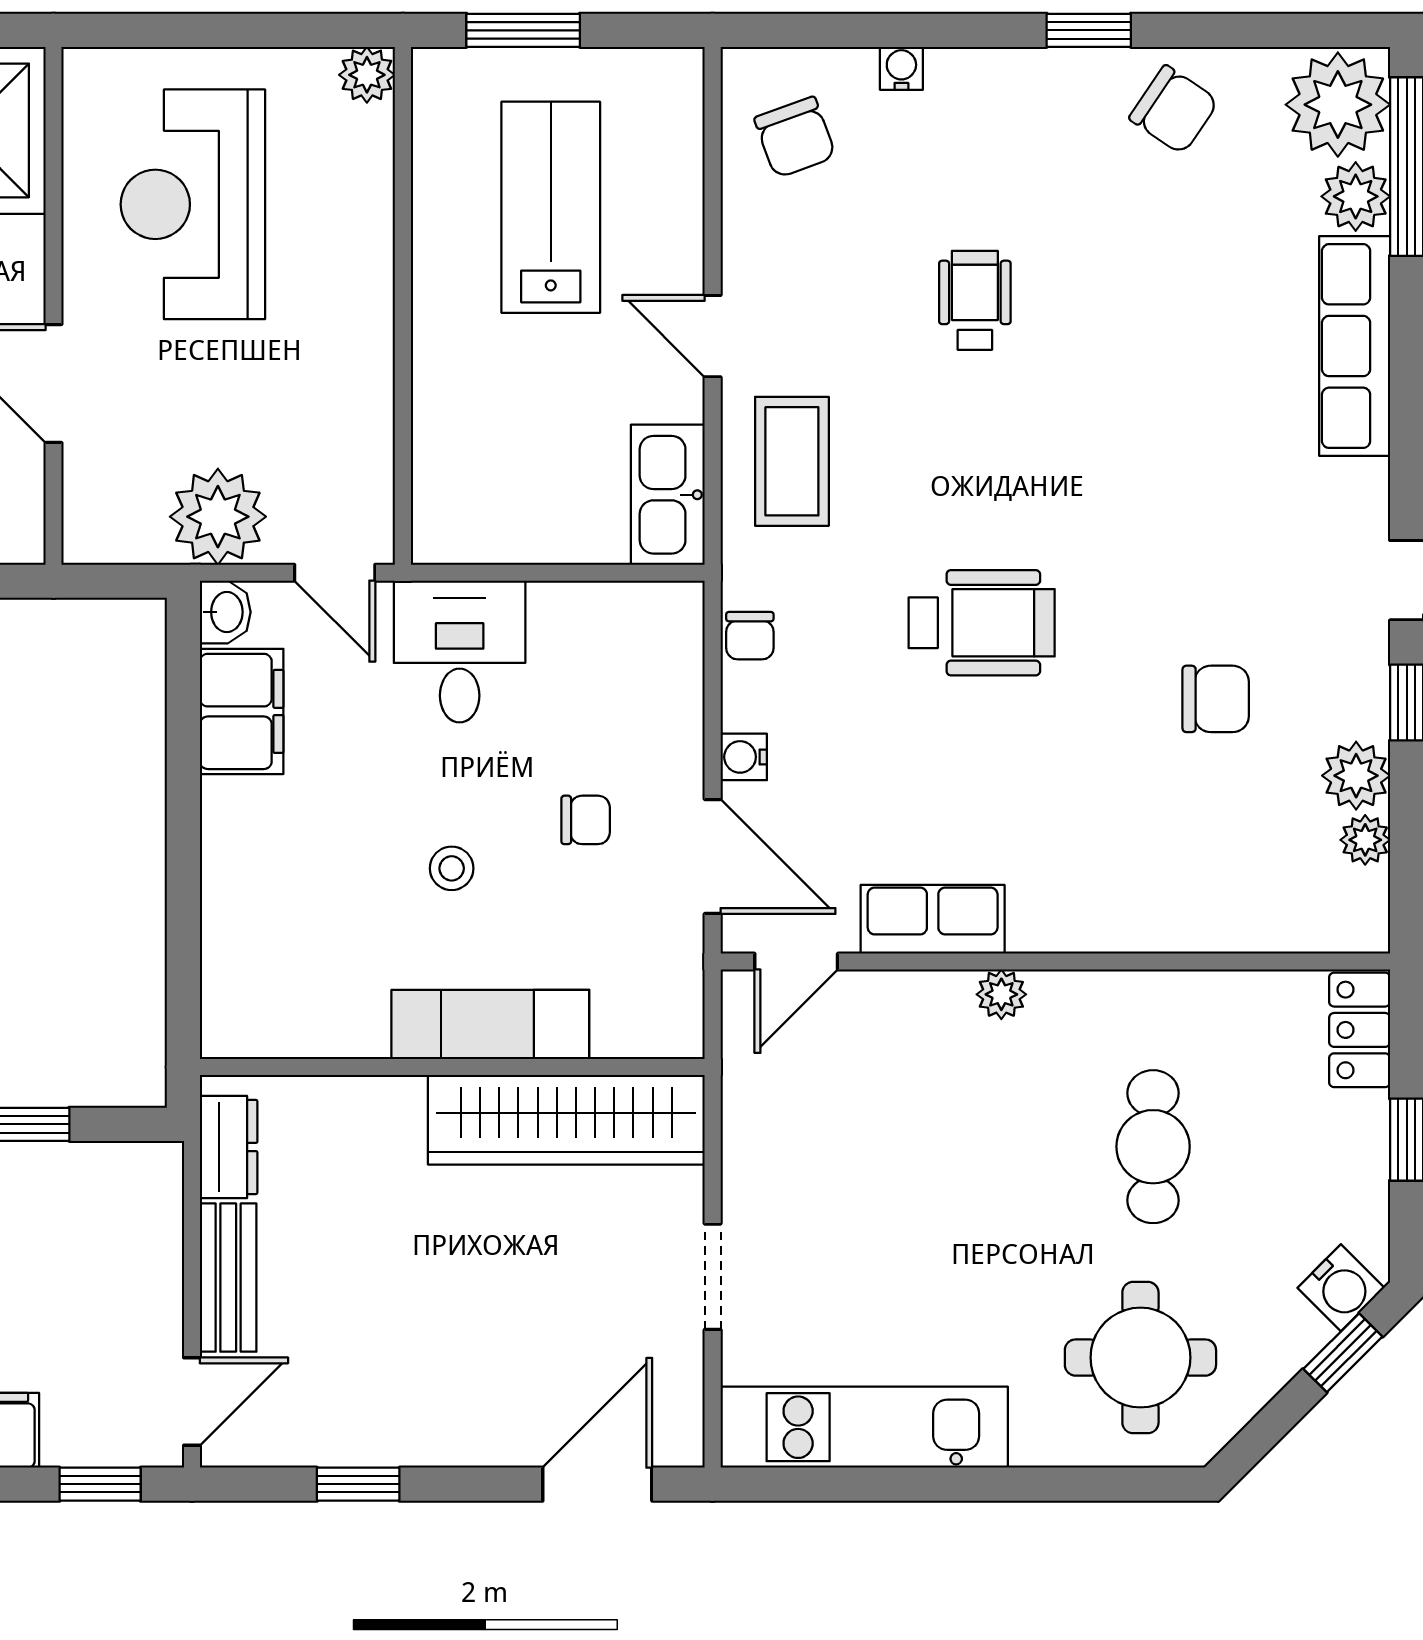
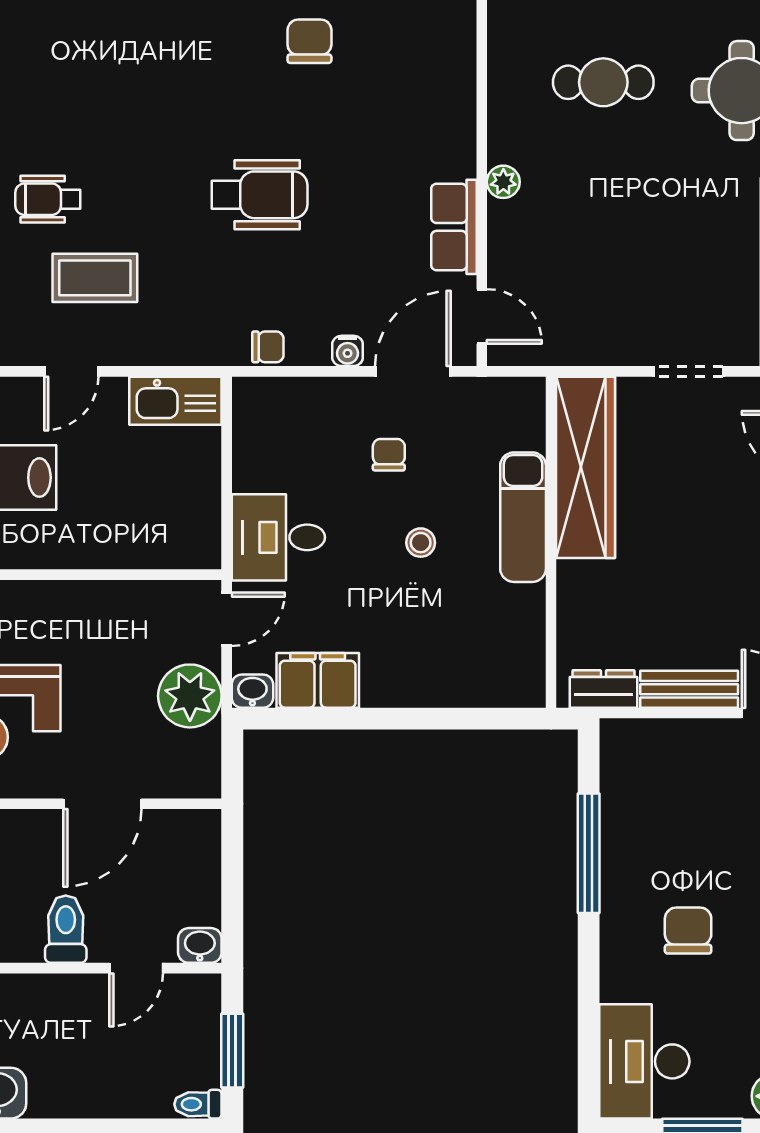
coffee table: (792, 461) -> (95, 278), moved
wheelchair: (982, 623) -> (259, 195), turned 90

